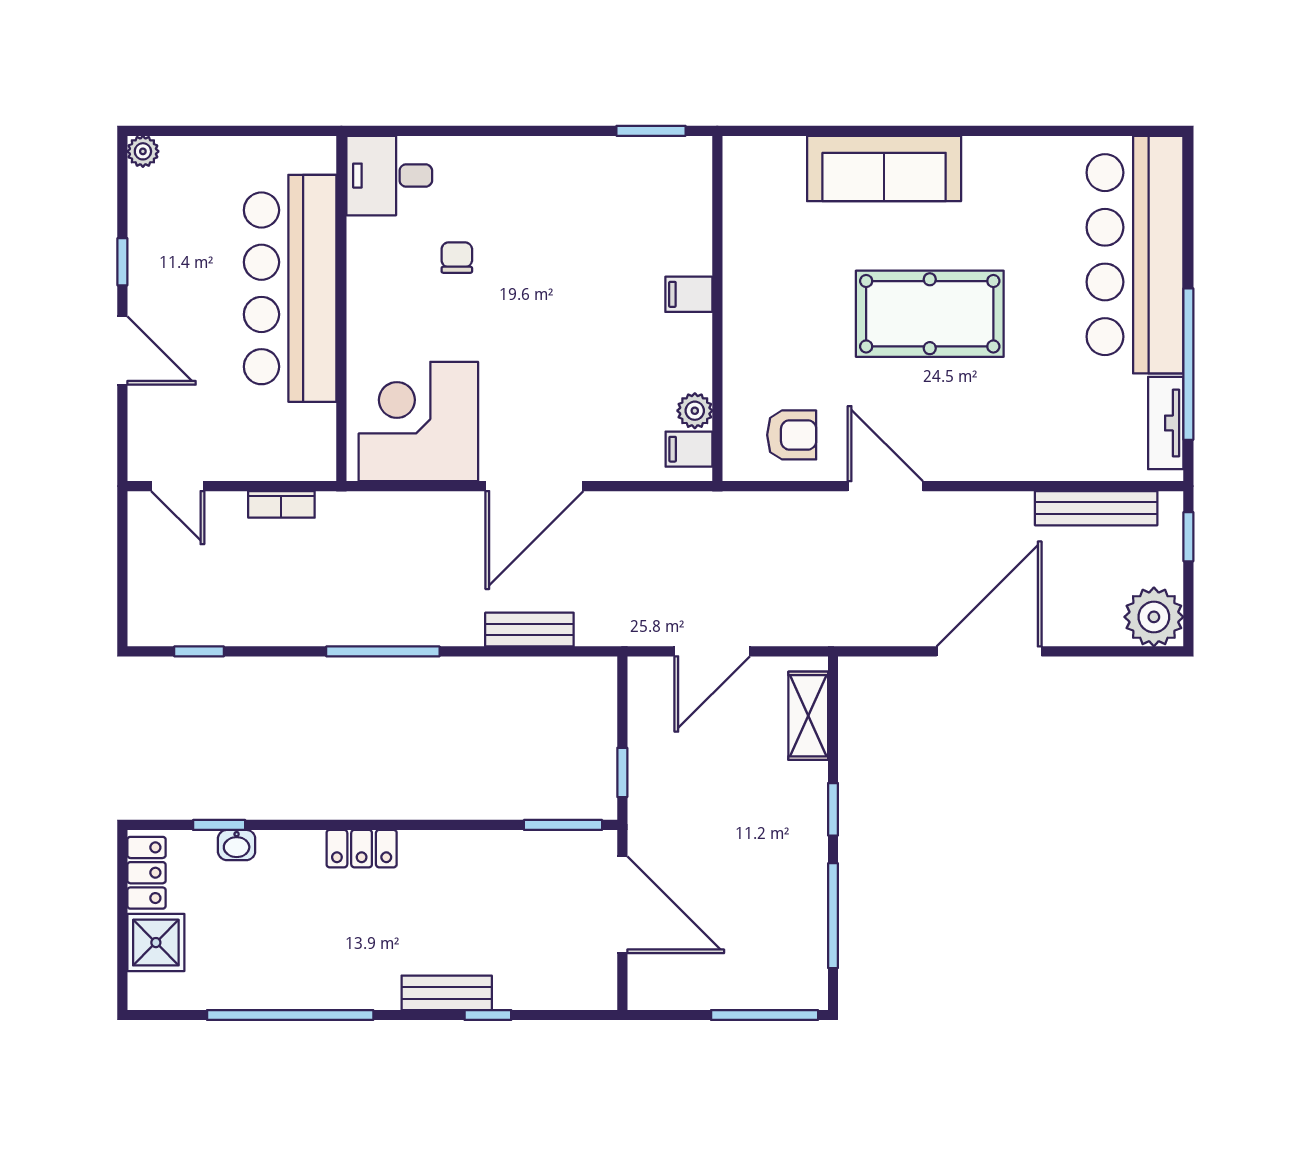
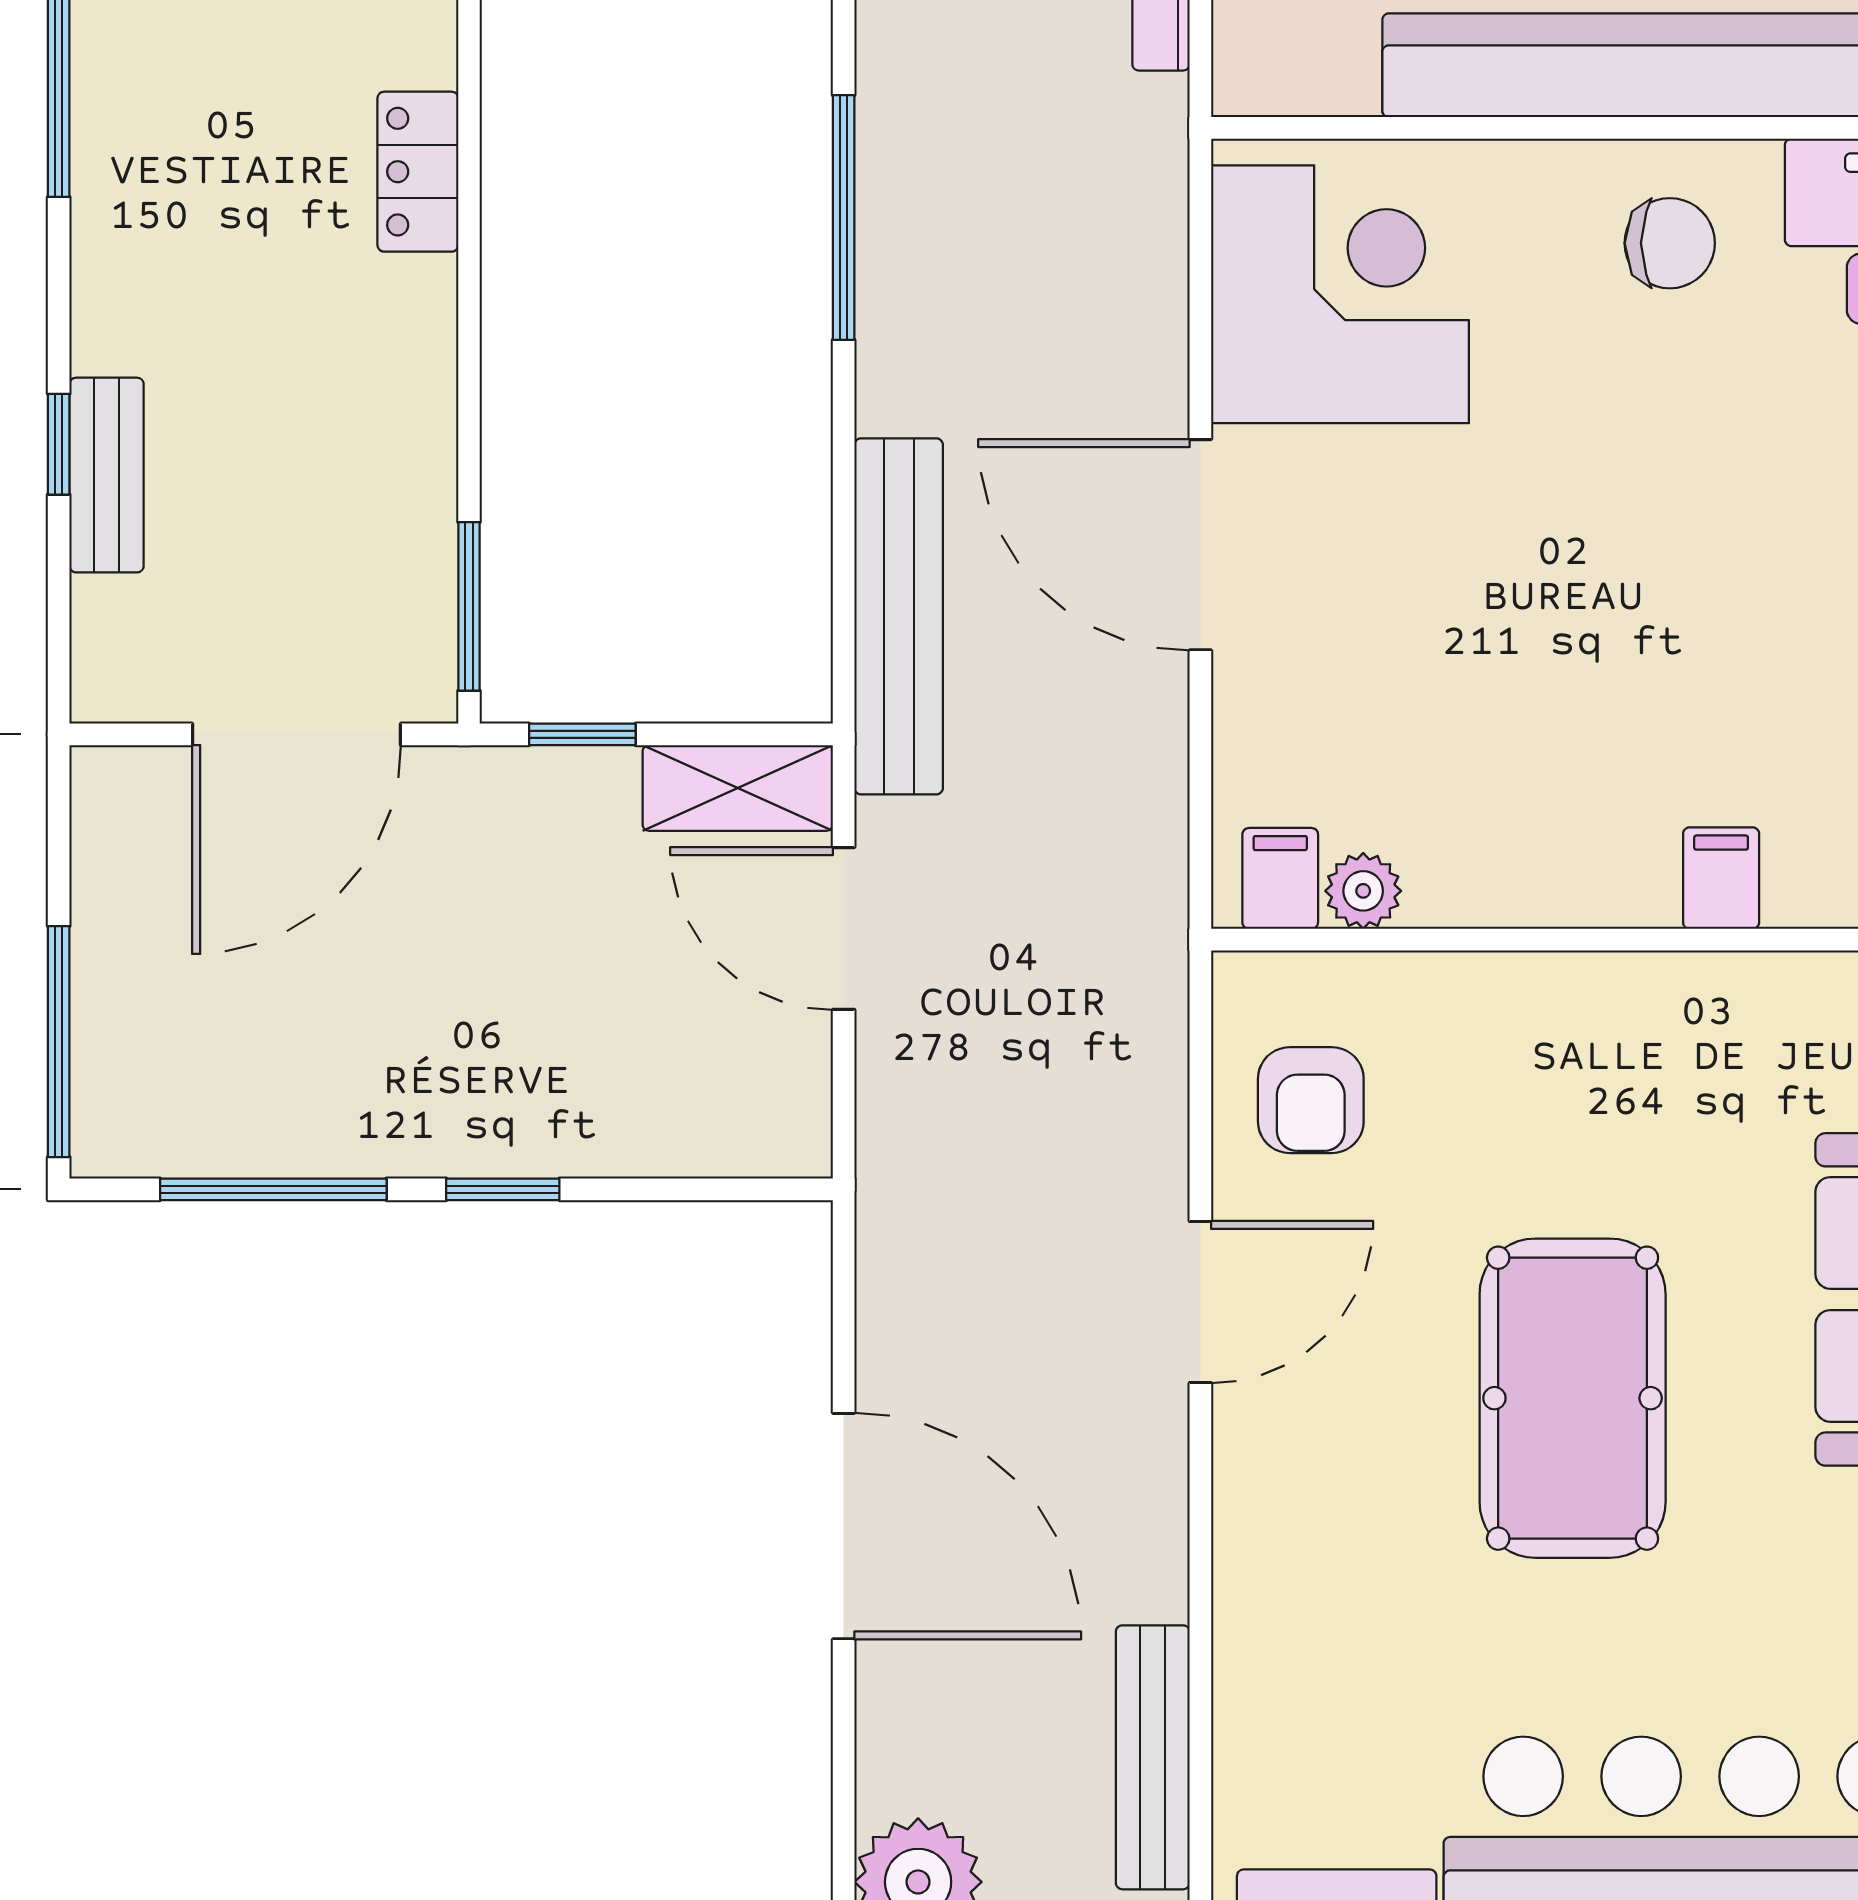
chair: (457, 258) -> (1670, 243), moved, width x1.37, depth x1.37
filing cabinet: (689, 294) -> (1721, 878), moved
bench: (529, 630) -> (899, 616), width x1.86, depth x1.21
shelving: (808, 716) -> (738, 788), moved
bench: (447, 993) -> (107, 475), moved

